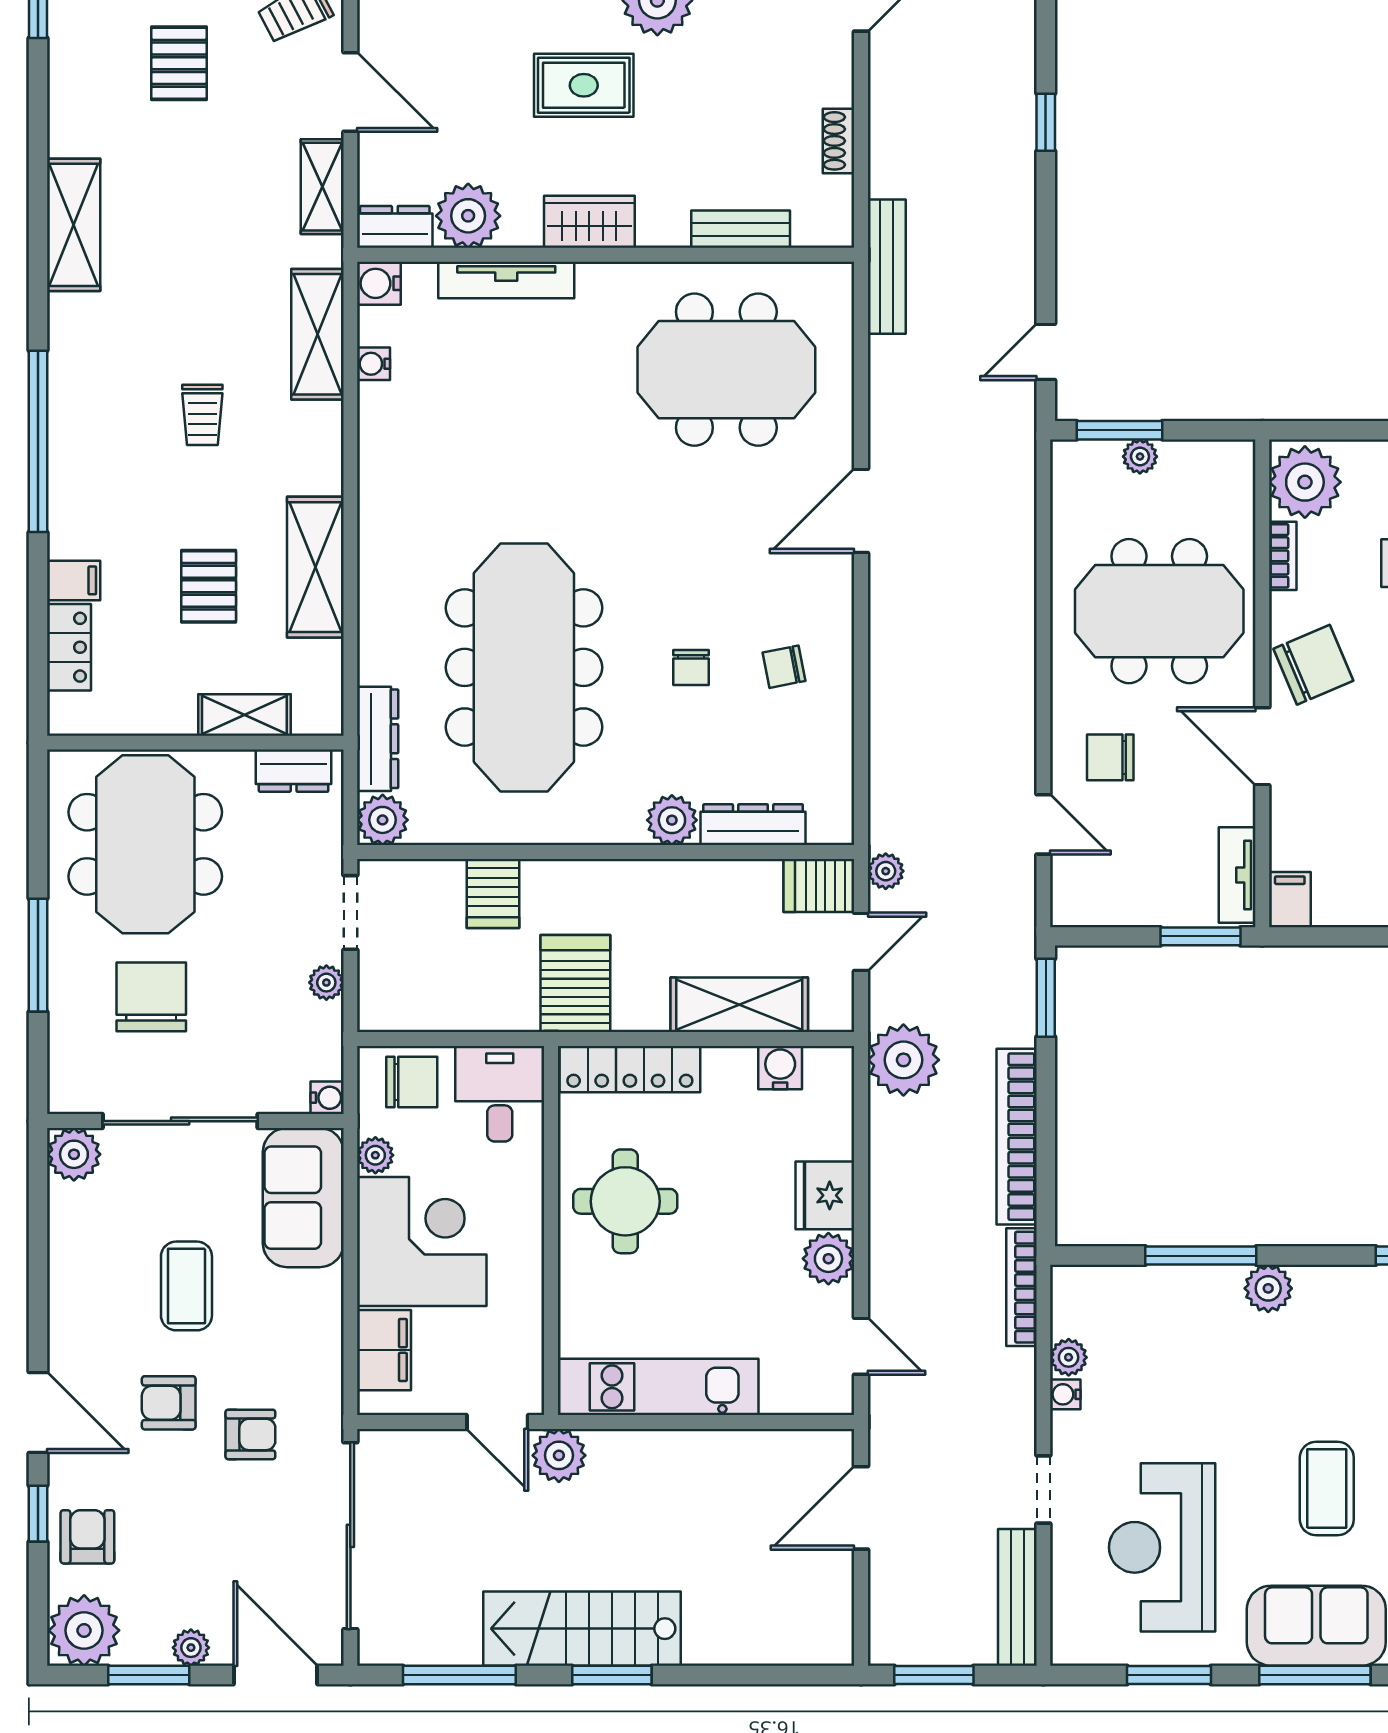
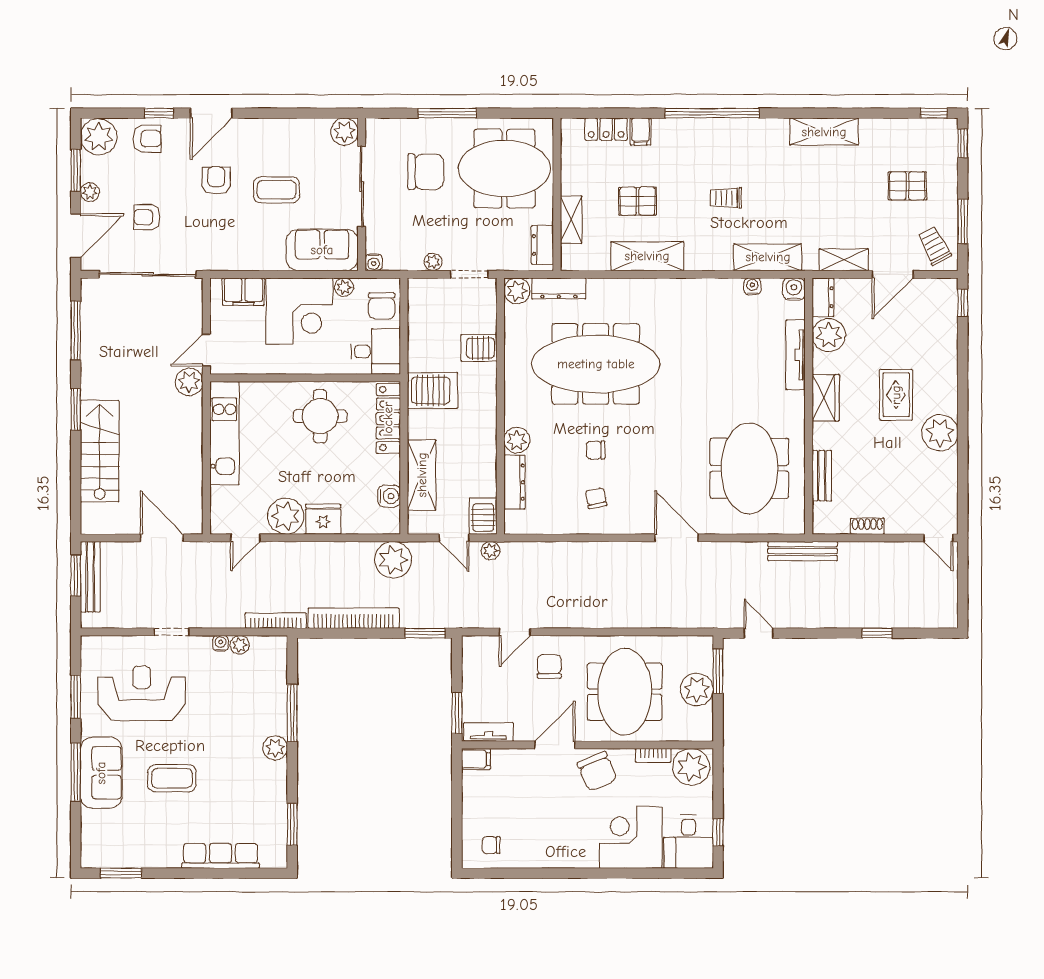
plant: (1140, 456) -> (697, 689), width x1.87, depth x1.87
plant: (828, 1259) -> (286, 516), width x1.36, depth x1.36
armchair: (250, 1434) -> (147, 217), moved, turned 90
bench: (1017, 1597) -> (90, 577), moved, turned 90
stairs: (582, 1629) -> (100, 451), moved

